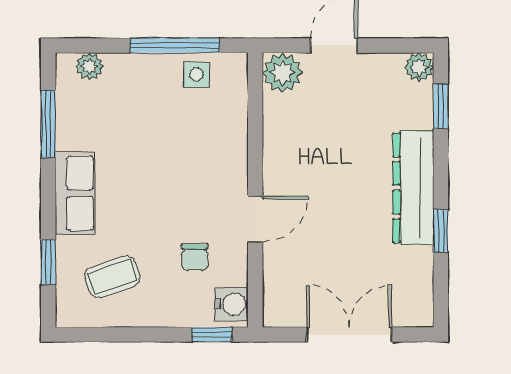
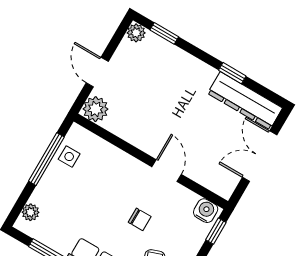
dresser: (413, 188) -> (245, 101), moved
chair: (195, 257) -> (140, 219), moved

